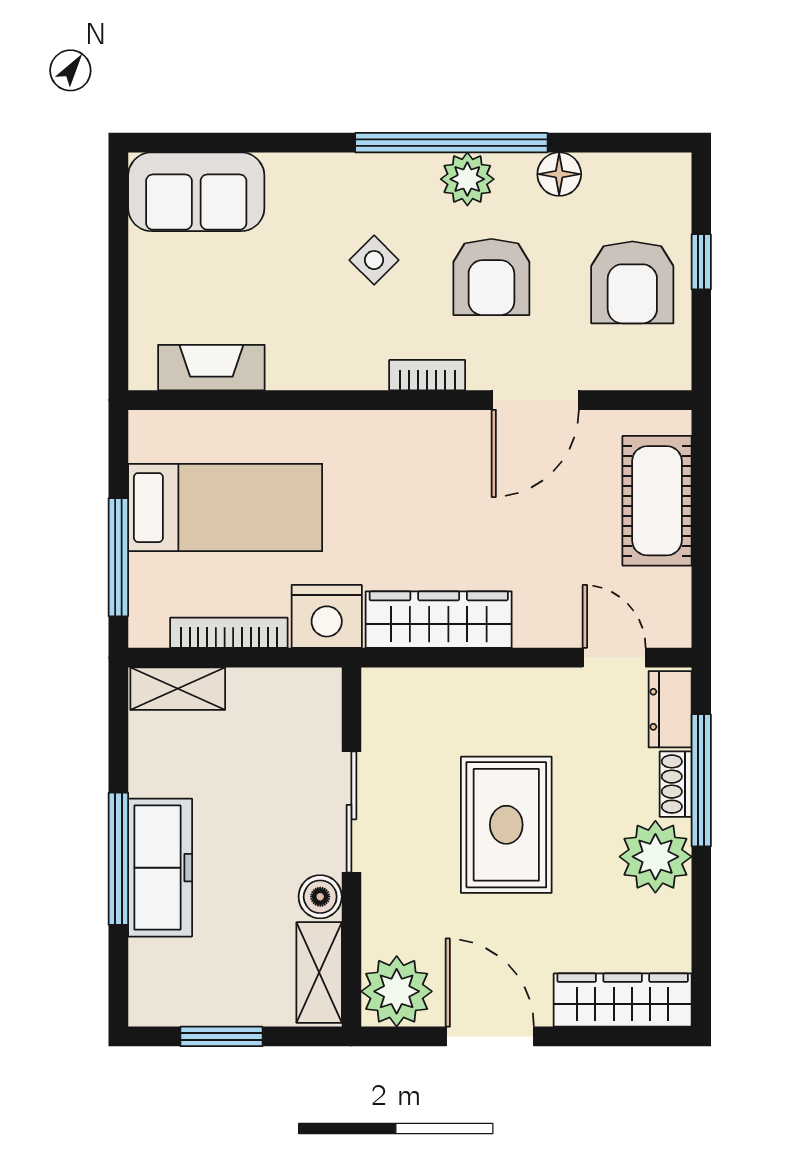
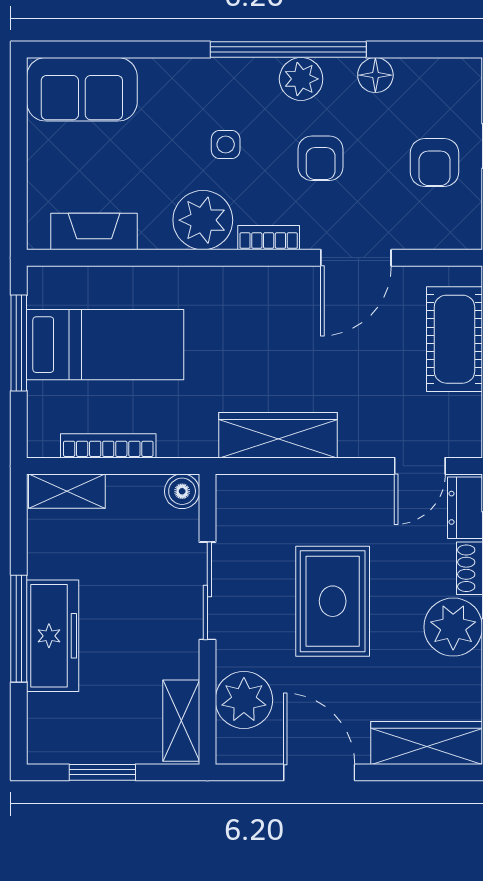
side table: (374, 260) -> (226, 144), turned 45
armchair: (491, 277) -> (321, 158), width x0.72, depth x0.72
armchair: (632, 282) -> (435, 163), width x0.72, depth x0.72
plant: (346, 354) -> (203, 220), added
window: (118, 557) -> (19, 343), moved
nightstand: (327, 616) -> (187, 433), removed
door: (614, 658) -> (420, 466), swing flipped
boiler: (320, 897) -> (182, 491), moved
plant: (397, 991) -> (244, 700), moved

